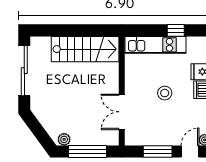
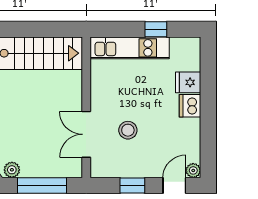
stool: (165, 93) -> (128, 130), moved
window: (158, 151) -> (132, 185), width x0.67

